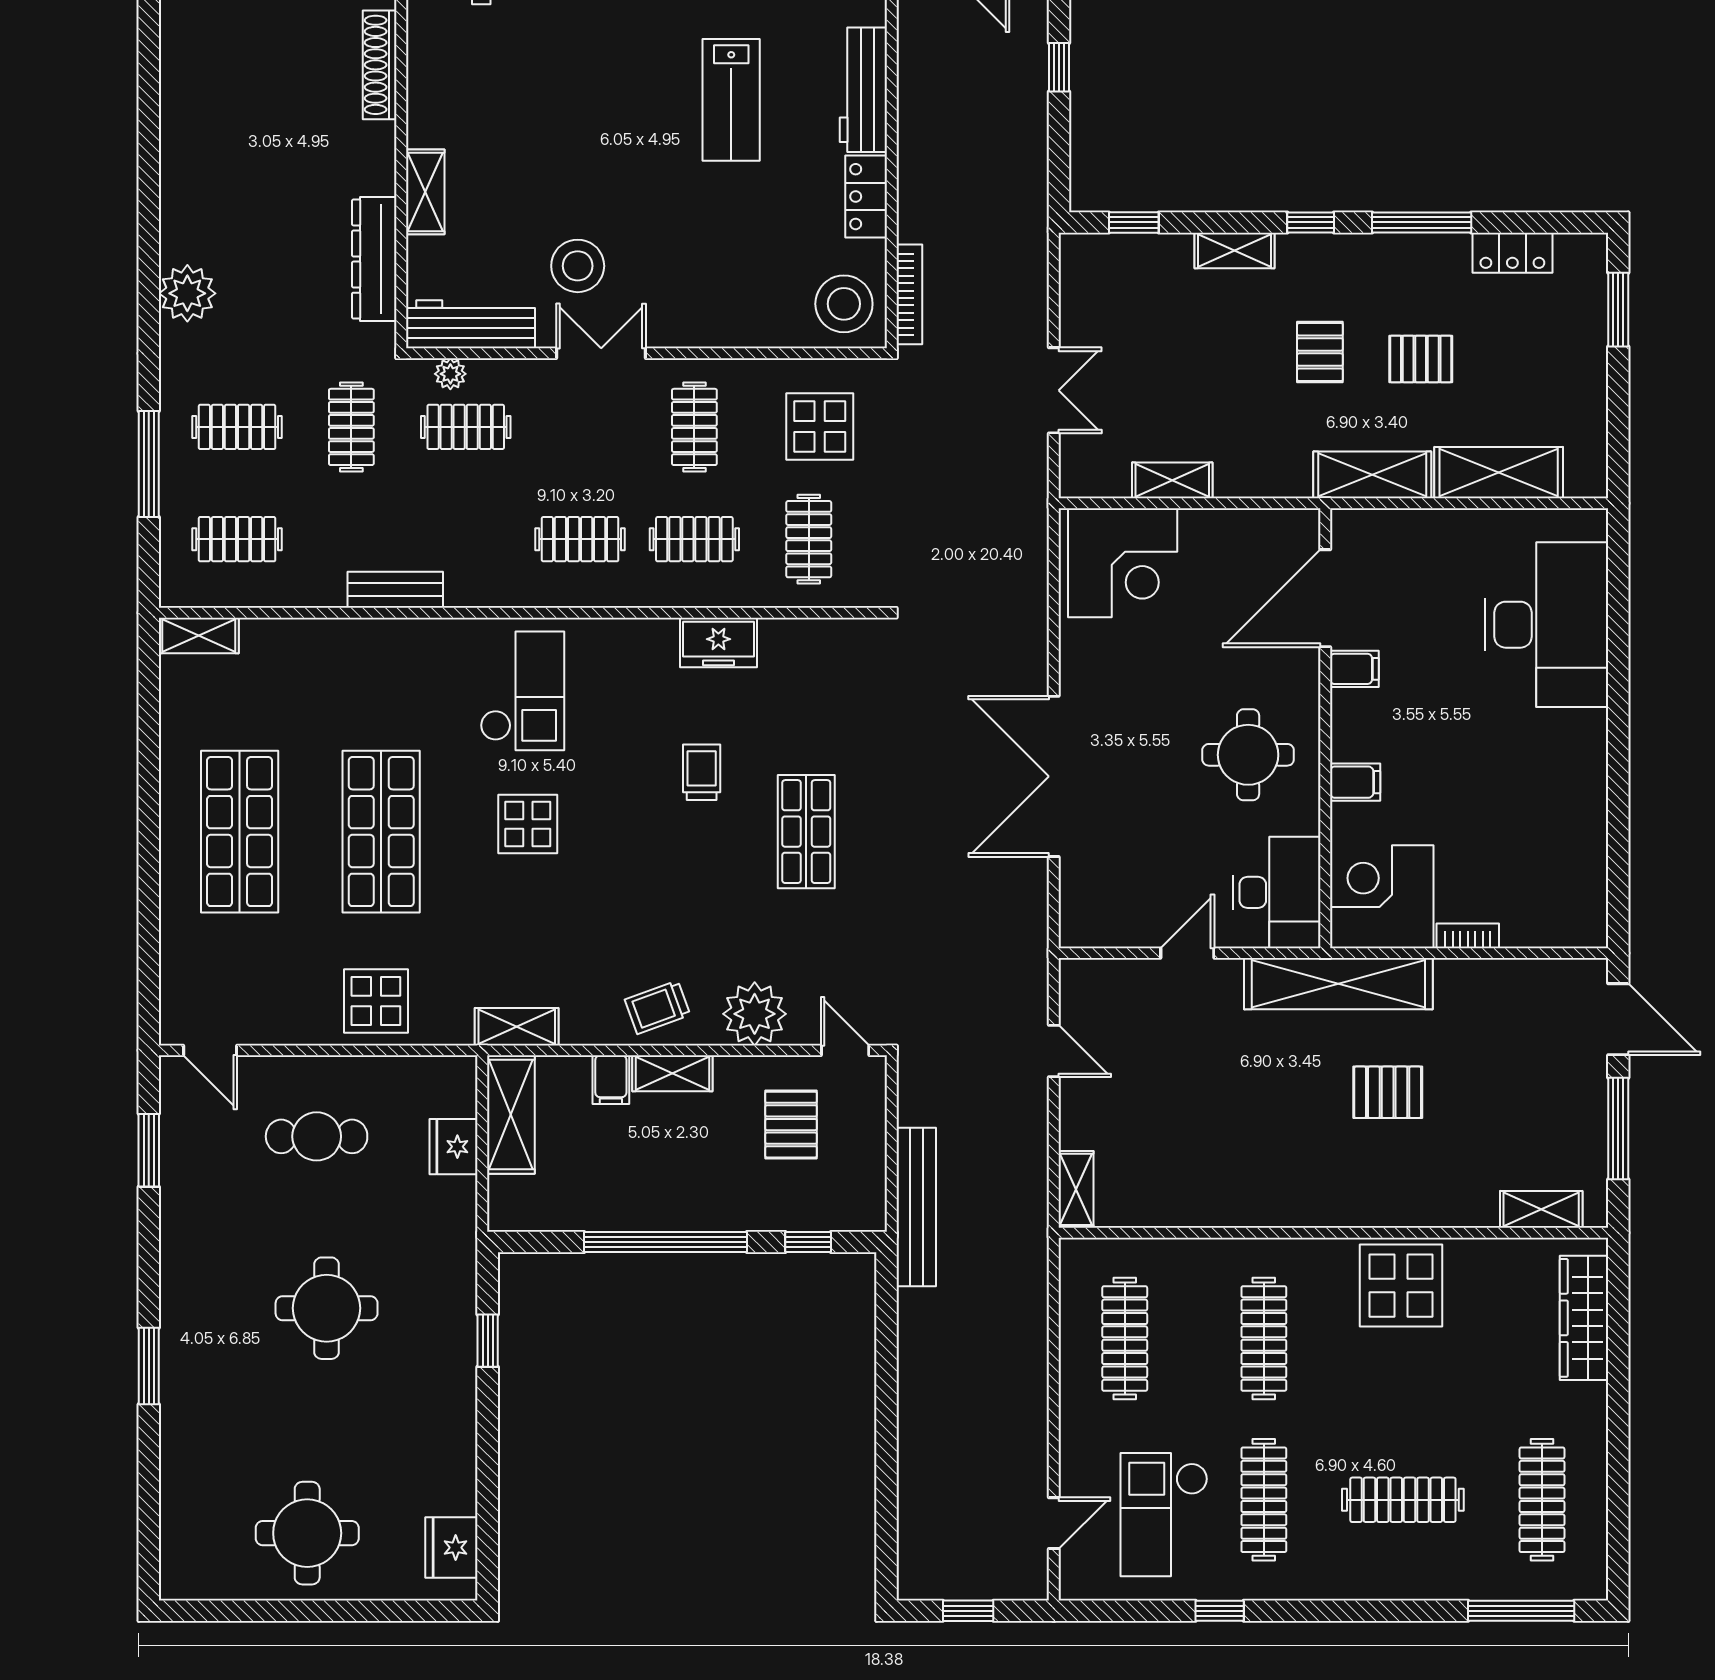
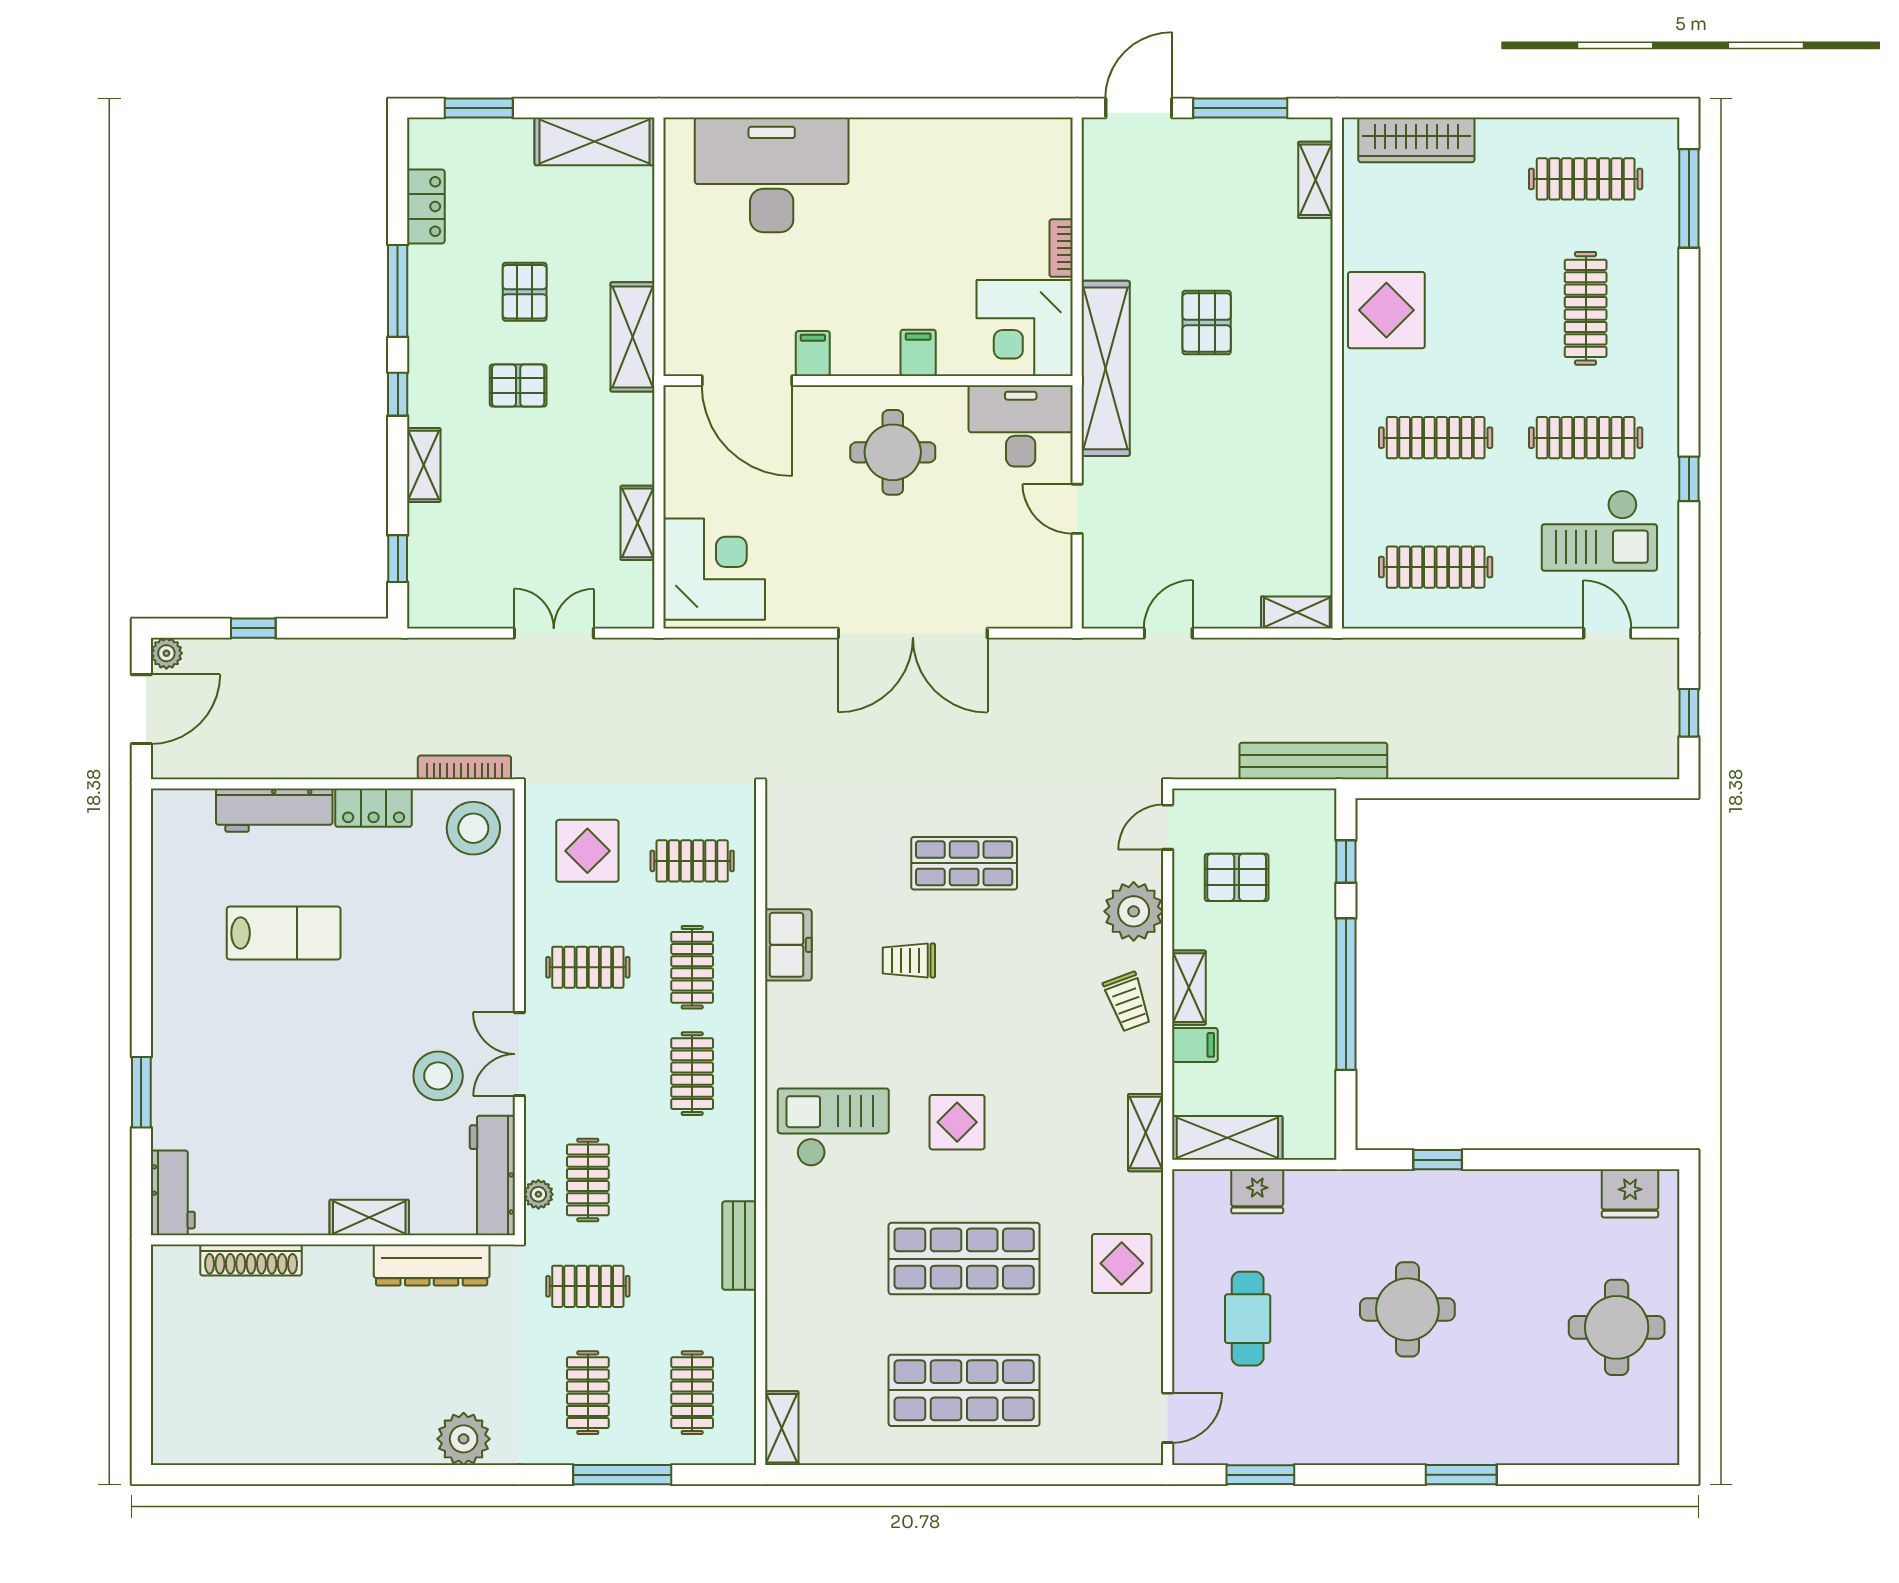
shelving: (1499, 473) -> (595, 141), moved, turned 90

